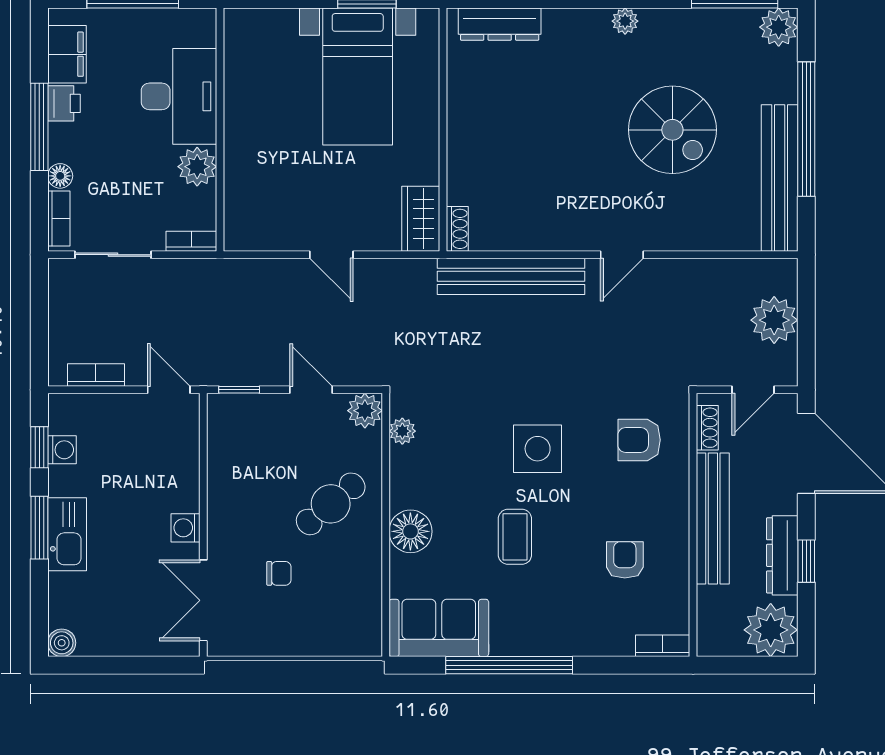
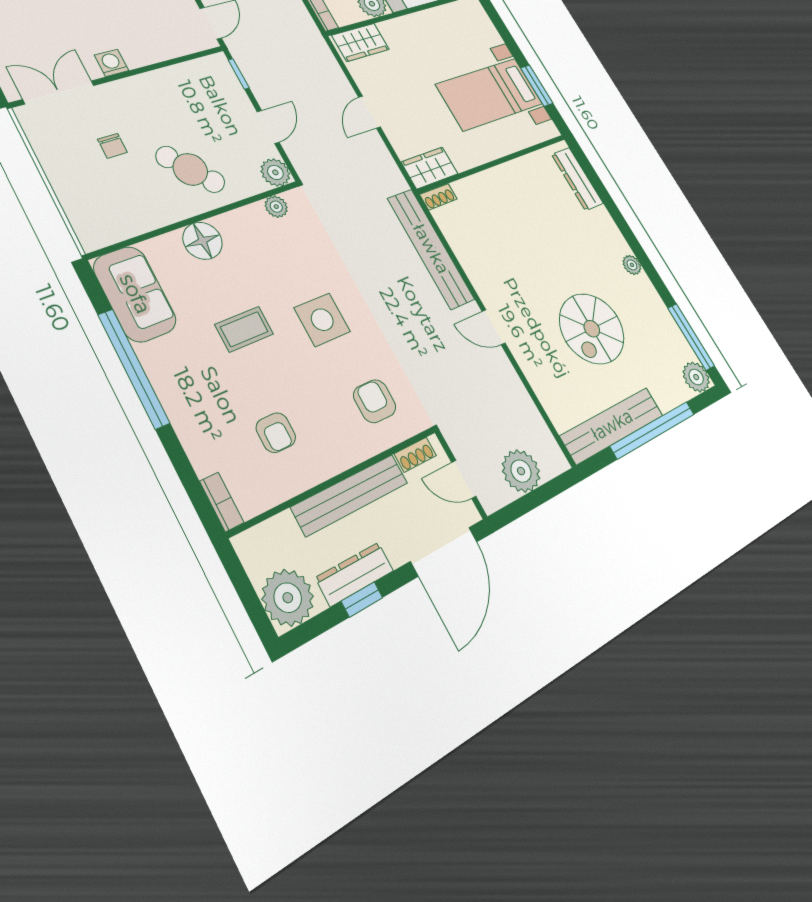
wardrobe: (243, 213) -> (361, 42), added
armchair: (625, 560) -> (276, 433), turned 90

